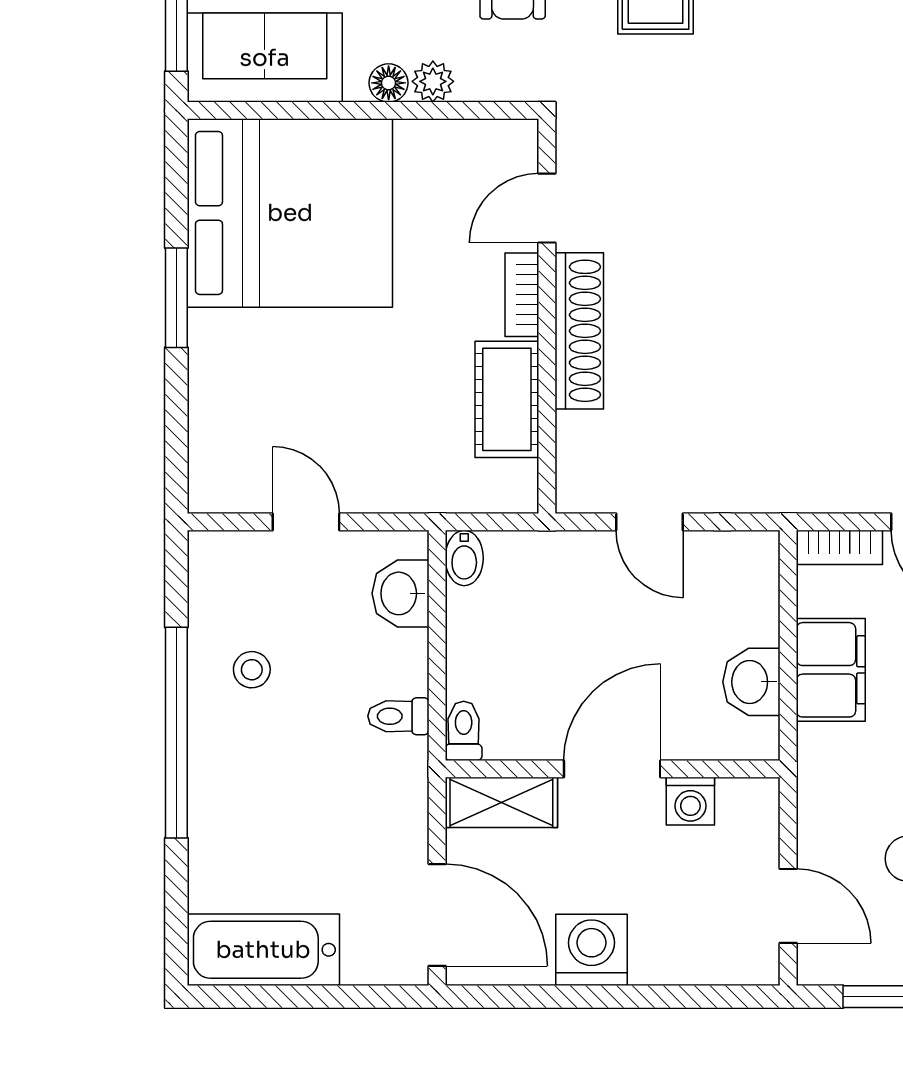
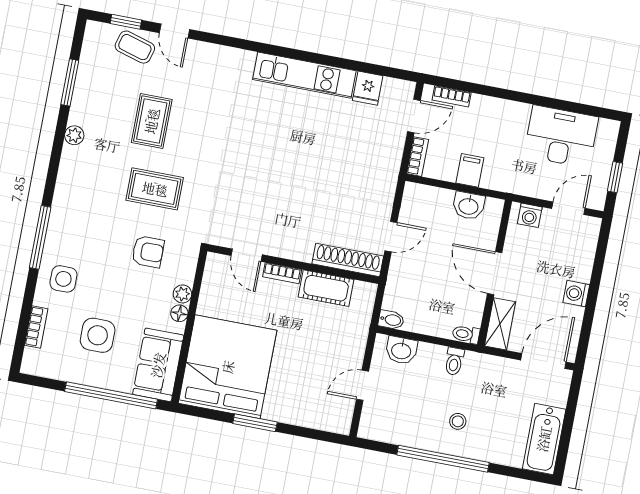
shoe rack: (579, 331) -> (348, 260), moved
stool: (252, 670) -> (458, 421), moved
filing cabinet: (831, 670) -> (470, 170), width x0.50
washing machine: (690, 801) -> (530, 215), moved, turned 90
washing machine: (591, 950) -> (576, 294), width x0.73, depth x0.73

